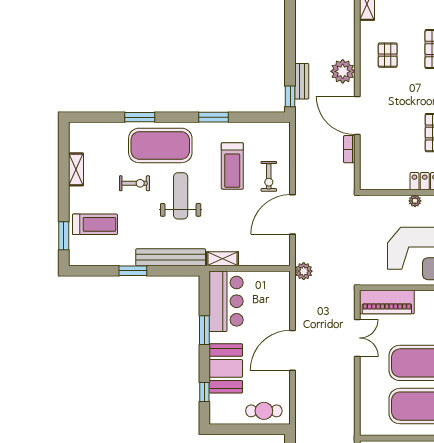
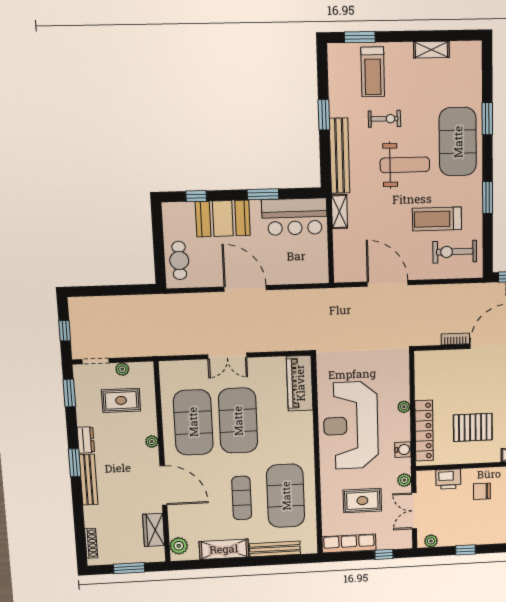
exercise bike: (269, 176) -> (455, 252), moved, width x1.38, depth x1.39
exercise bike: (134, 183) -> (384, 119), moved, turned -90
plant: (304, 271) -> (329, 297), removed
double door: (357, 338) -> (227, 356), moved

